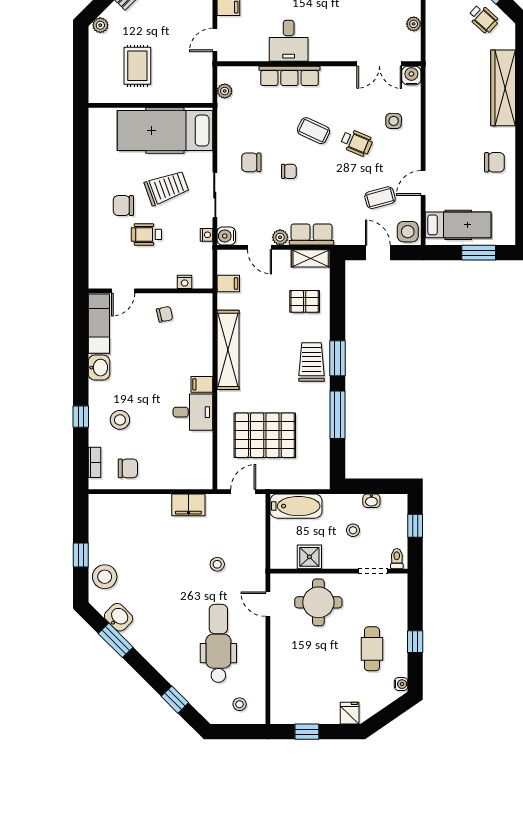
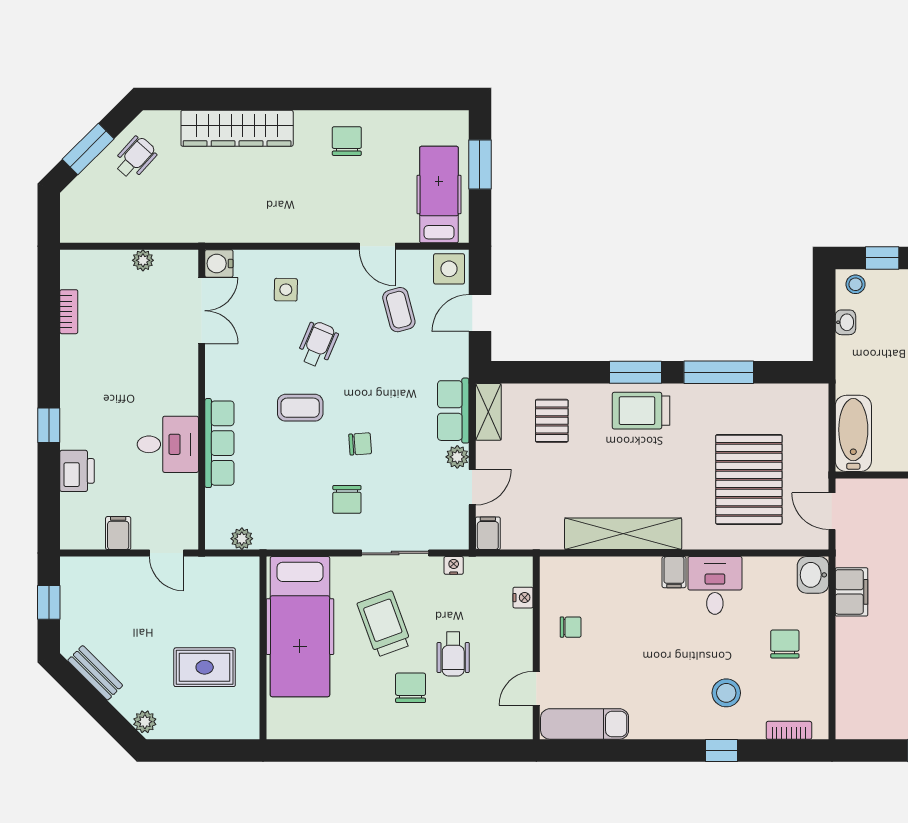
coffee table: (313, 131) -> (300, 408), turned 65
chair: (289, 171) -> (360, 444), turned 86
chair: (123, 206) -> (411, 688), turned 180
water cooler: (226, 236) -> (455, 536), removed
filing cabinet: (228, 284) -> (488, 533), moved
door: (123, 291) -> (536, 688), swing flipped
chair: (165, 314) -> (571, 627), turned 102
washbasin: (99, 368) -> (813, 575), moved, turned -90
chair: (128, 468) -> (785, 644), moved
stool: (353, 530) -> (856, 284), moved

